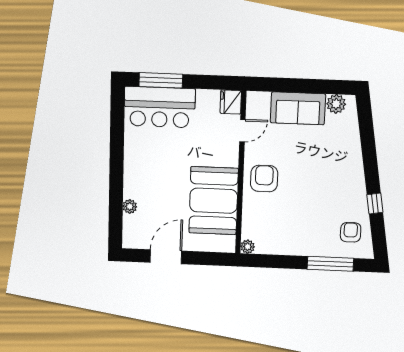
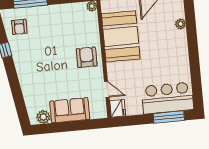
door: (242, 131) -> (107, 89), swing flipped
armchair: (264, 179) -> (87, 57), turned 180

